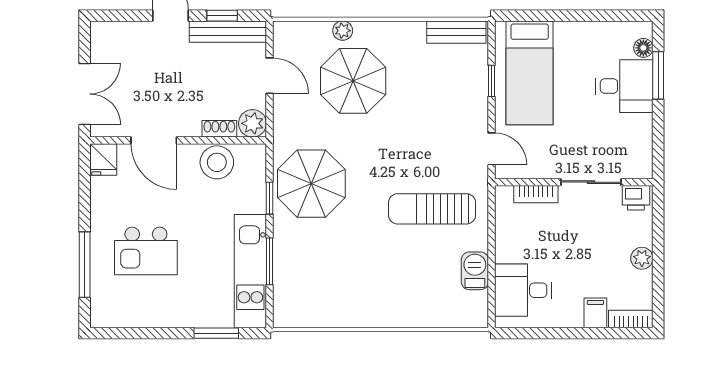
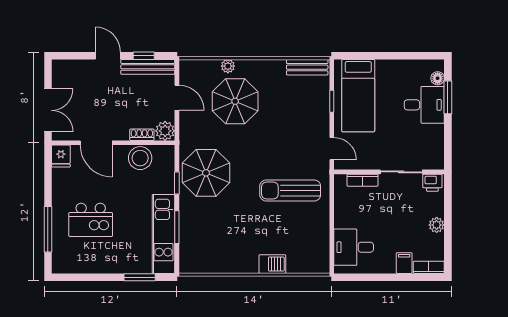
barbecue: (475, 271) -> (272, 264), moved, turned 90

